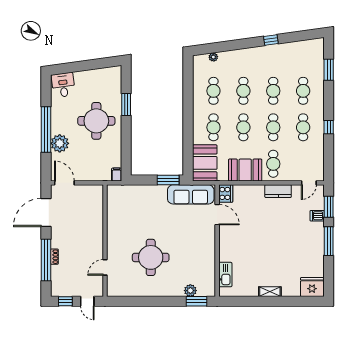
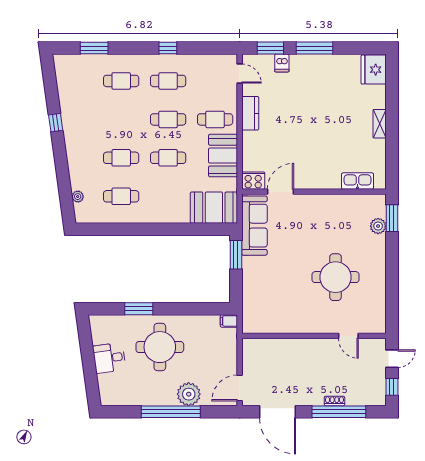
desk: (63, 85) -> (109, 358), moved
cafe table: (273, 91) -> (121, 119), removed
cafe table: (213, 127) -> (168, 196), removed

